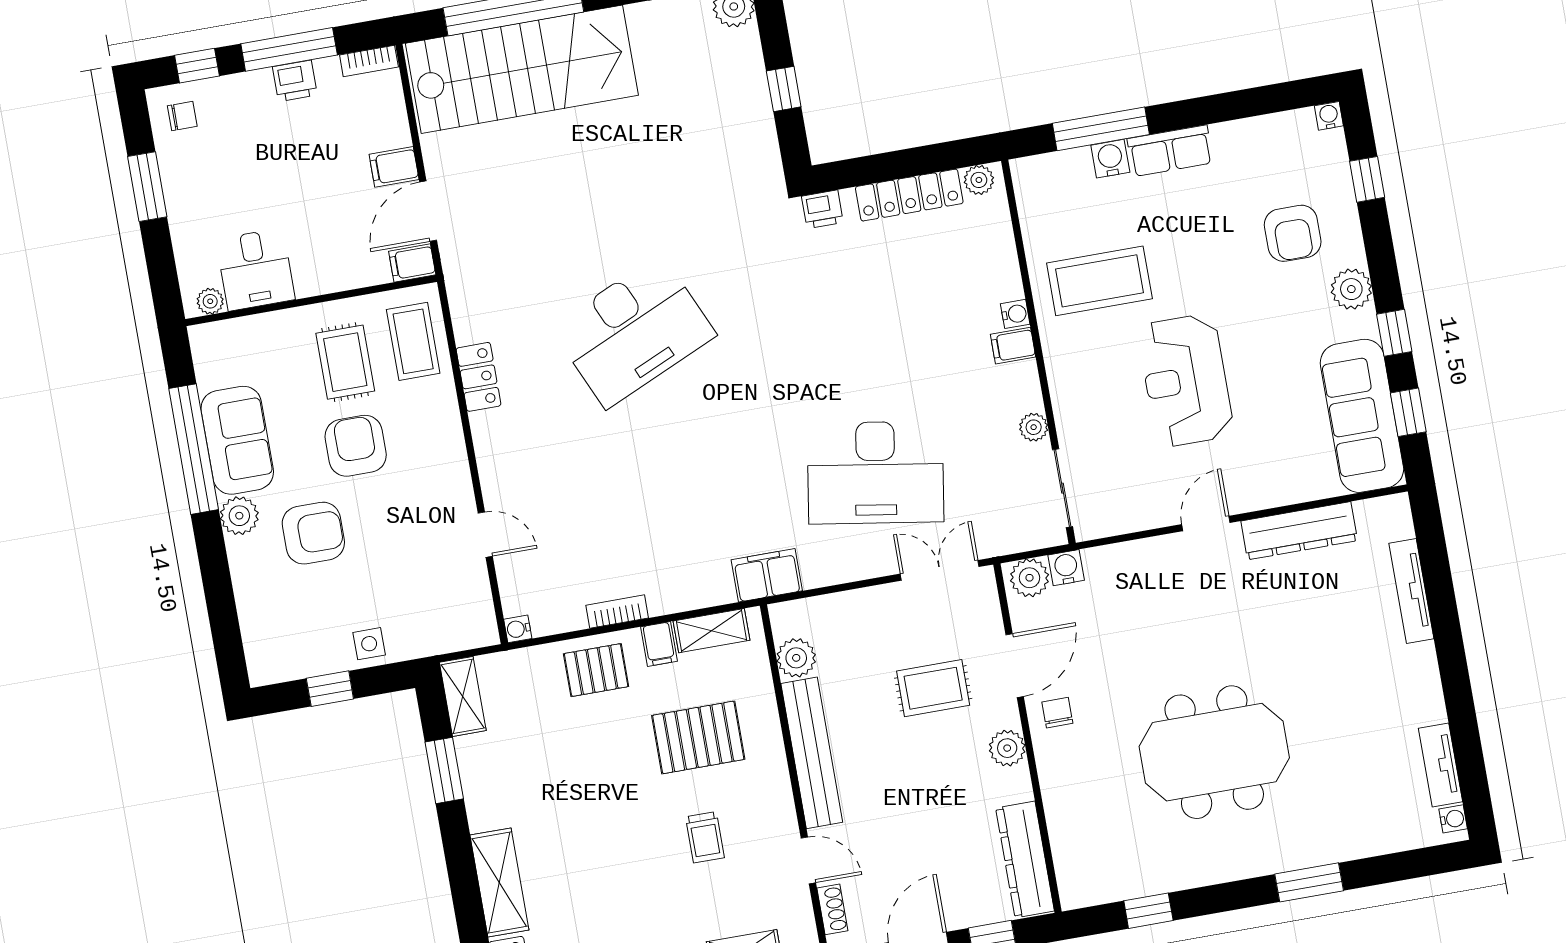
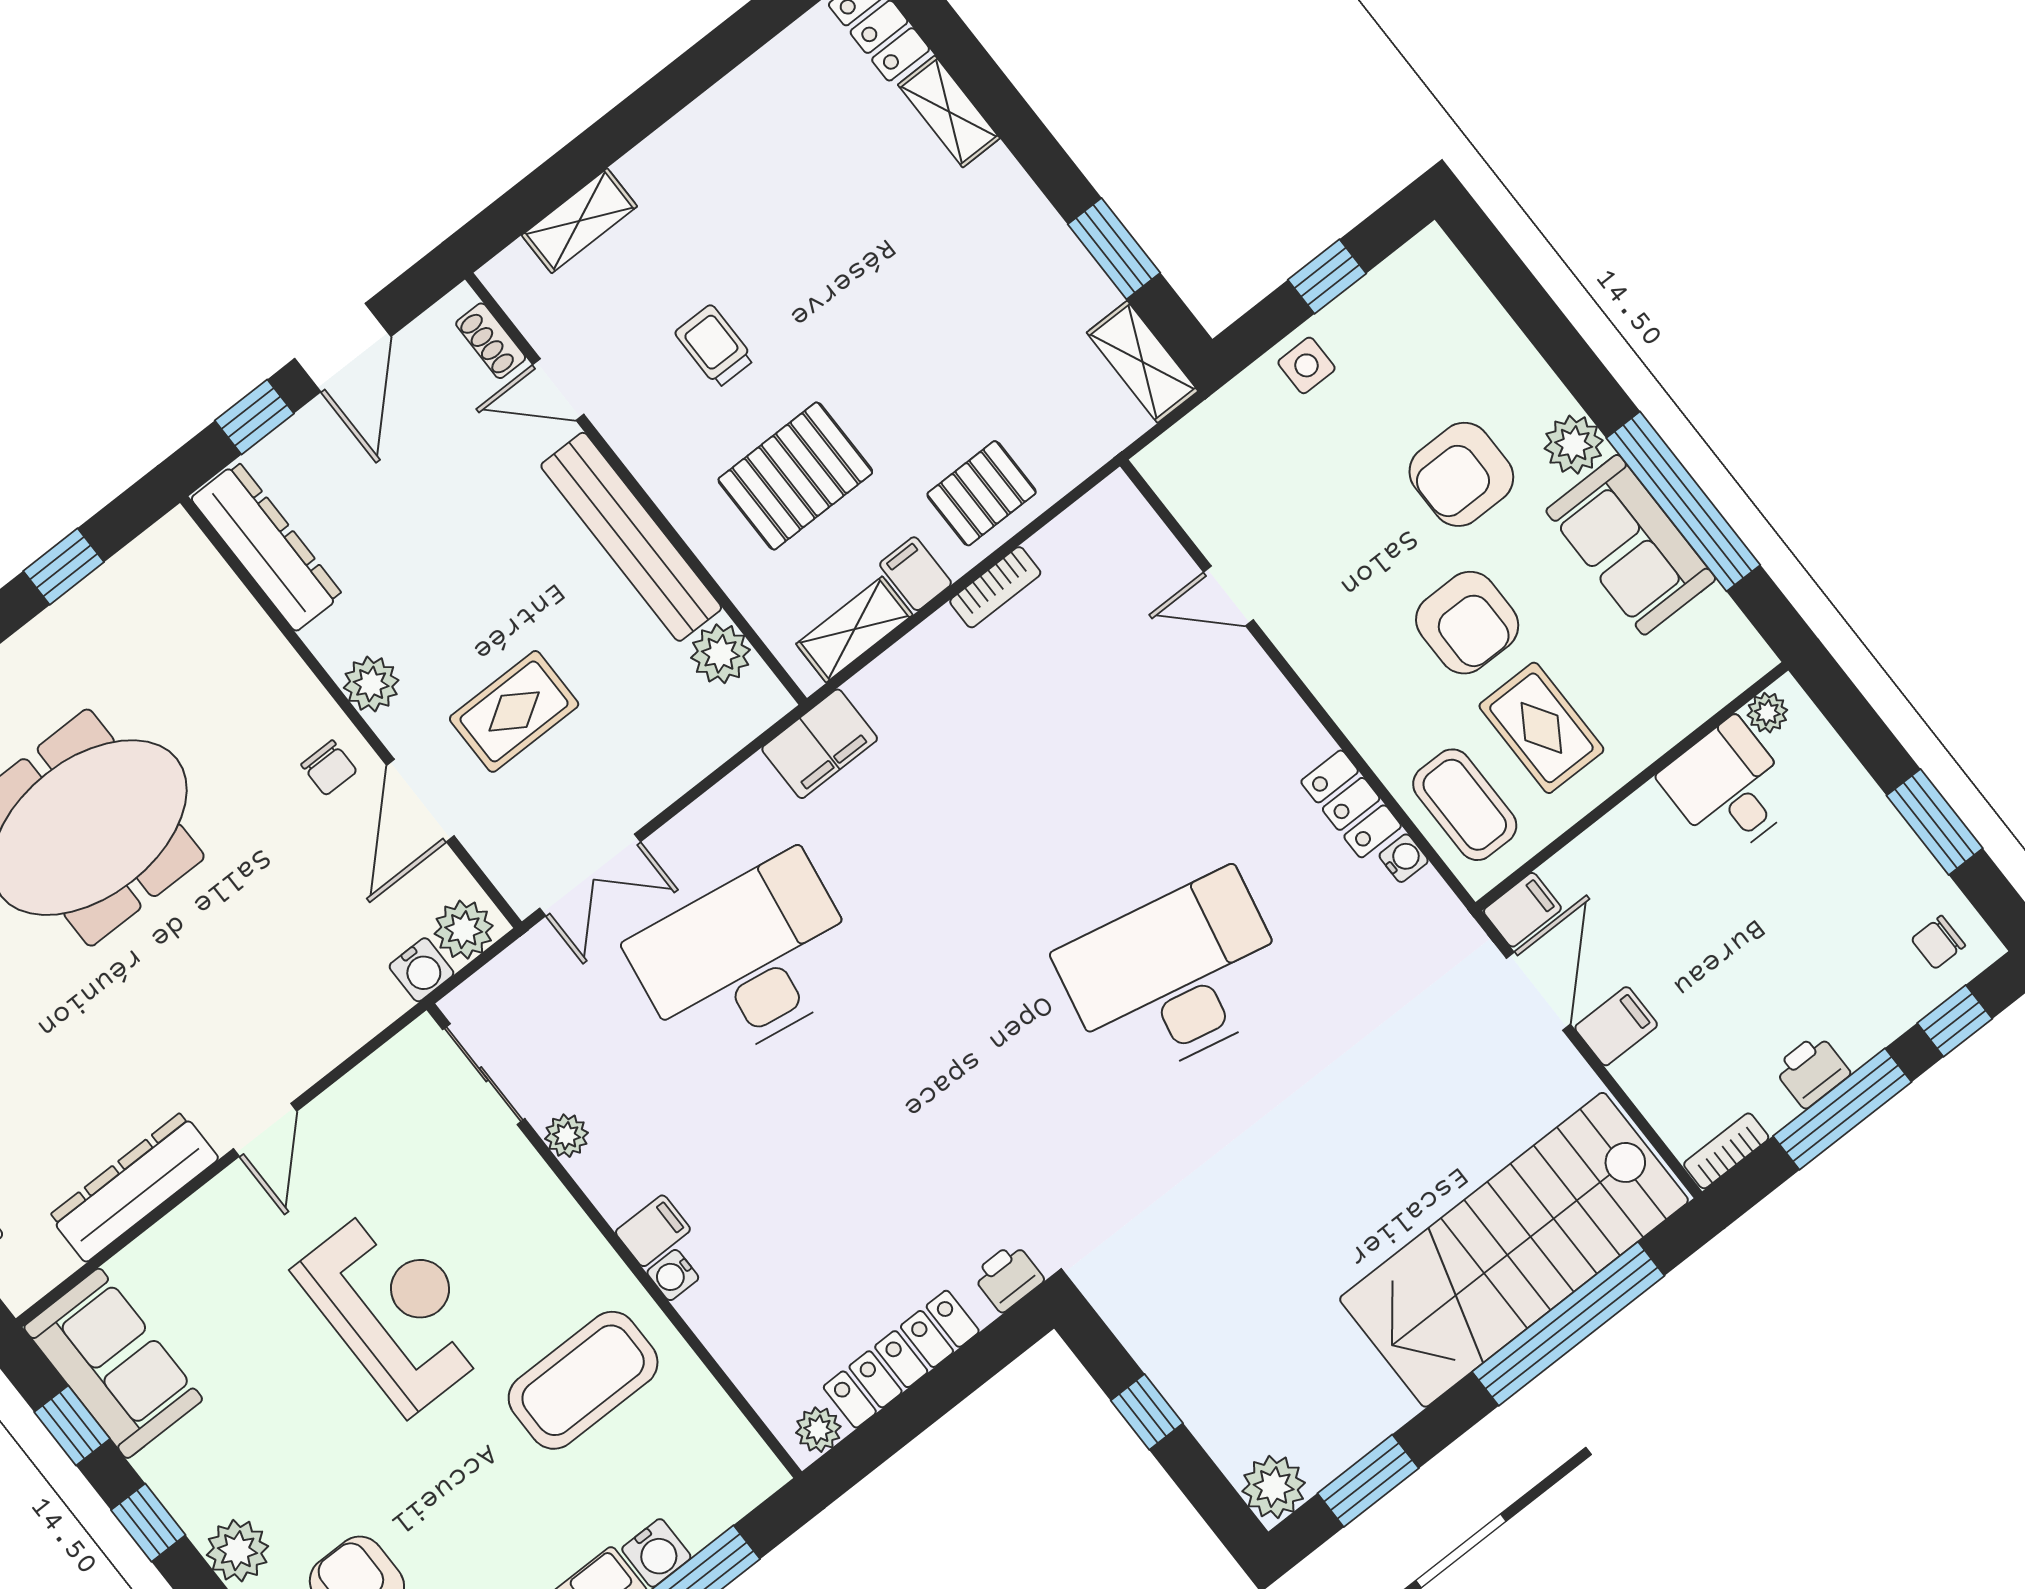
desk: (633, 331) -> (1175, 977), turned 36
sofa: (1362, 416) -> (113, 1363), width x0.73
water cooler: (518, 629) -> (1404, 858), moved
shelving: (499, 883) -> (949, 112), width x0.67, depth x0.75

